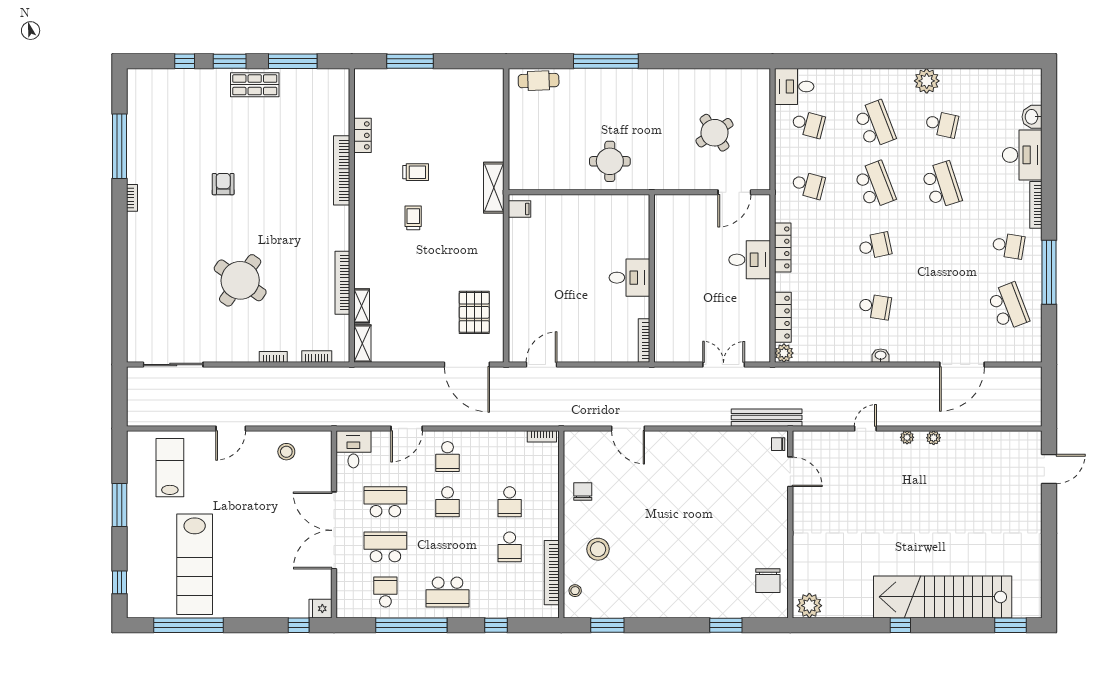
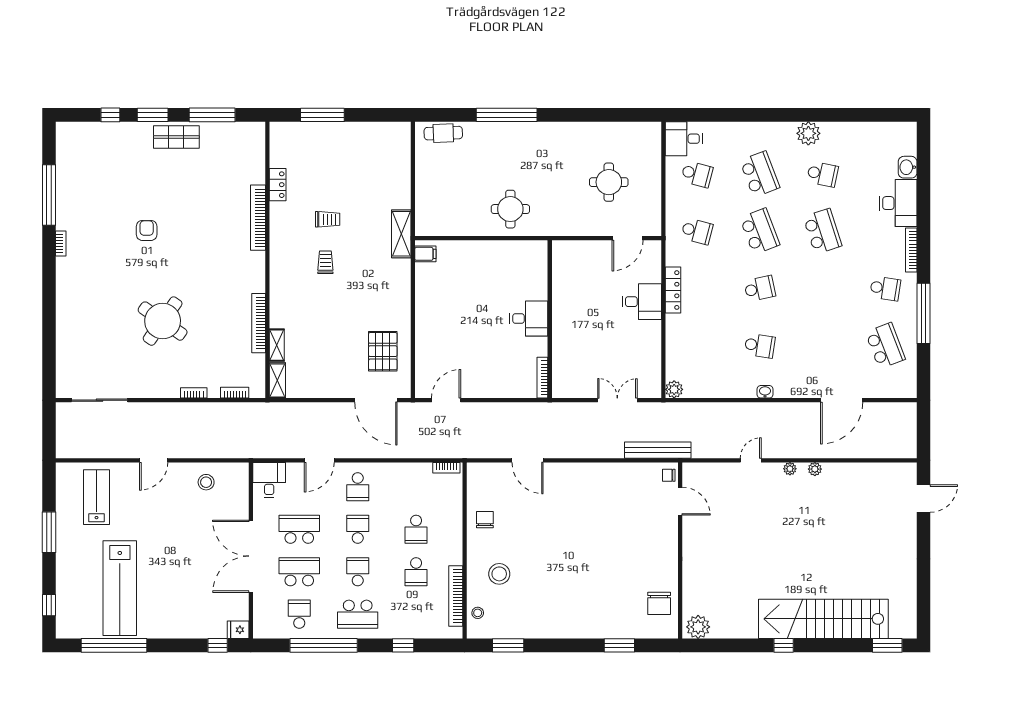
round table: (714, 133) -> (609, 182), turned 34
locker: (783, 317) -> (673, 356), removed
school desk: (448, 502) -> (358, 529), turned 180
school desk: (448, 547) -> (358, 572), added

